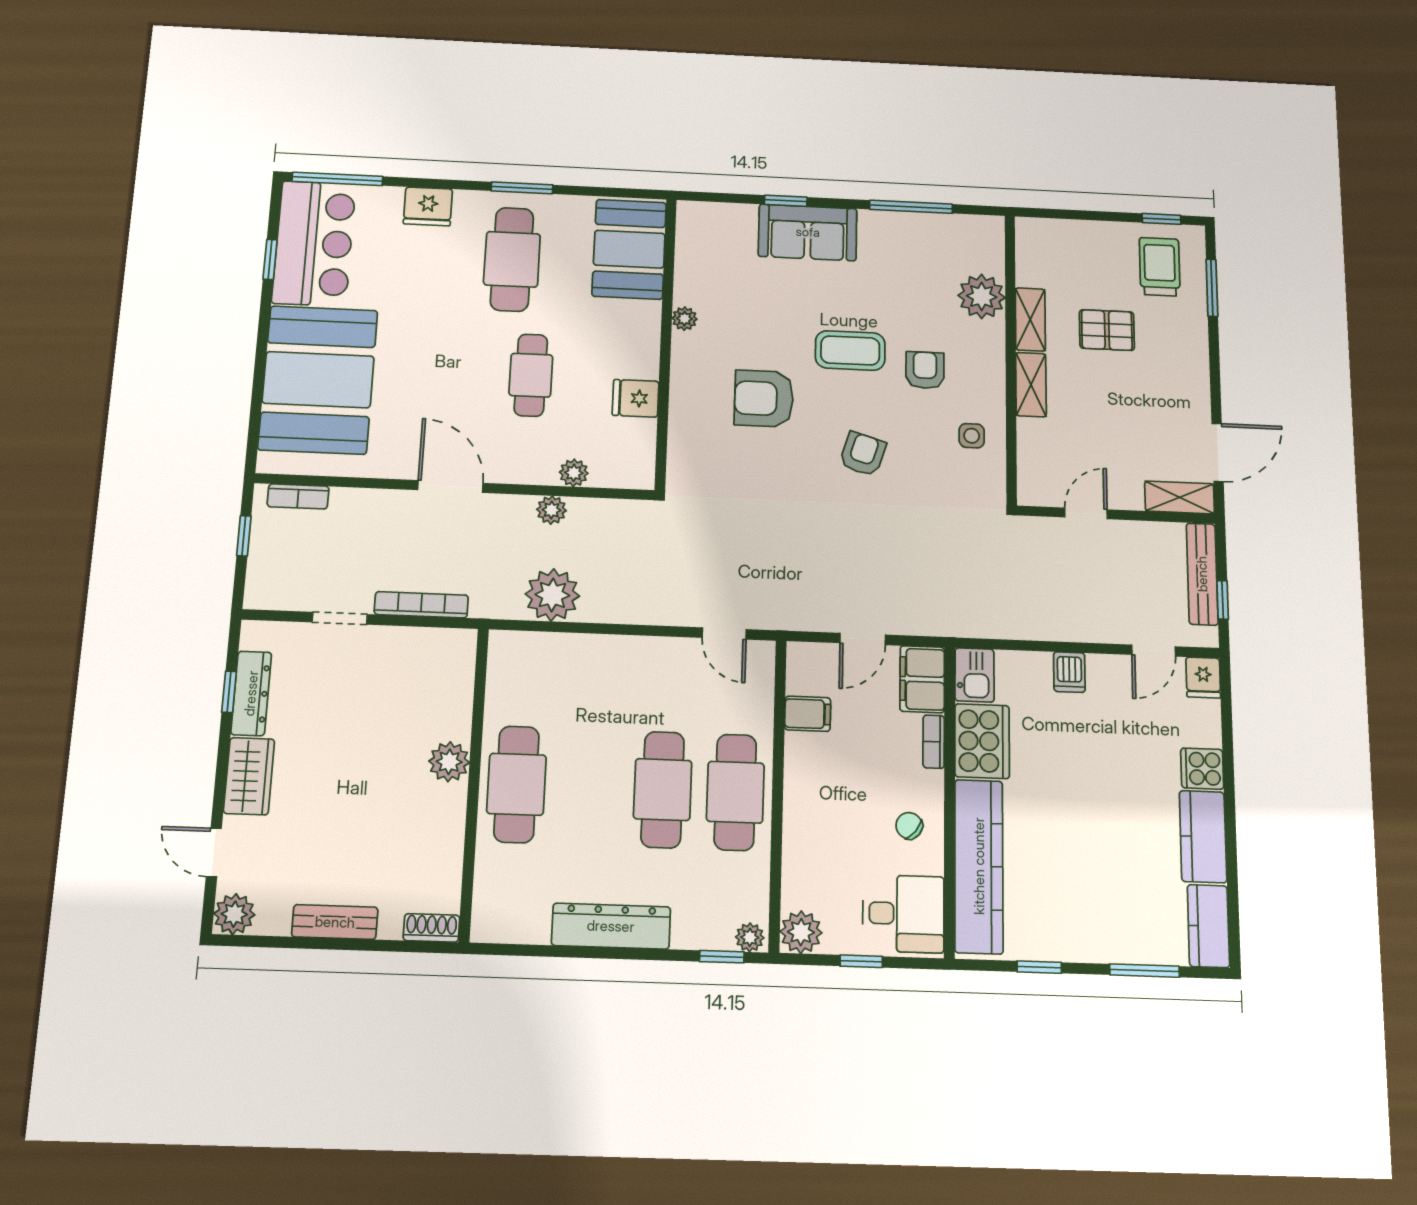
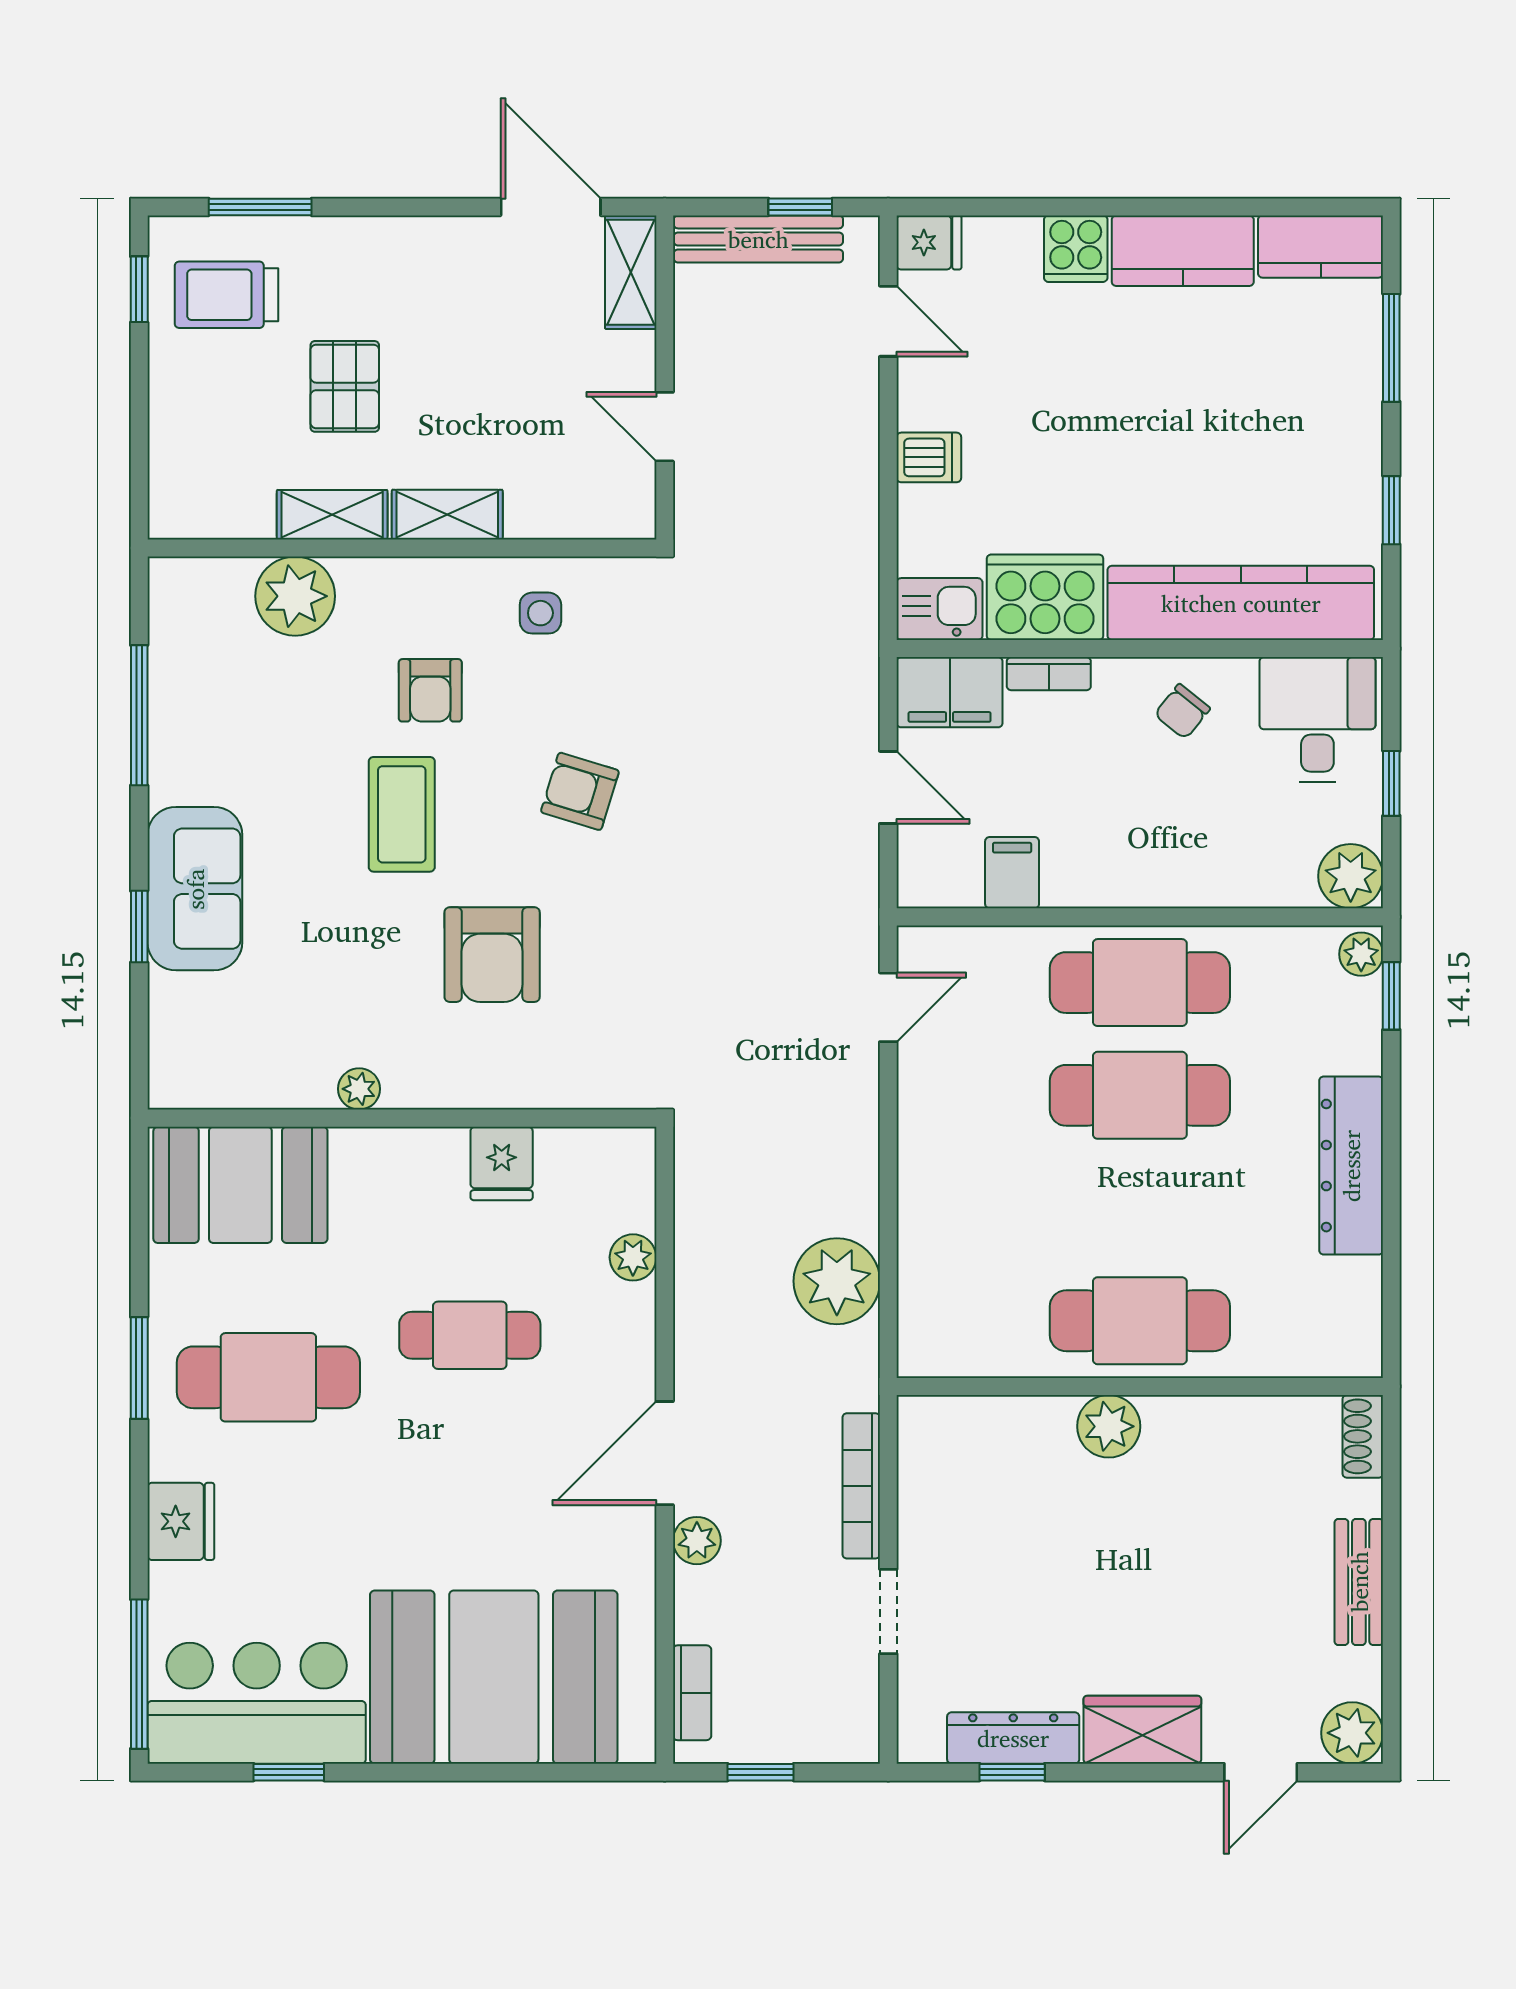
armchair: (925, 370) -> (430, 690), turned -90
plant: (551, 510) -> (697, 1541), moved

